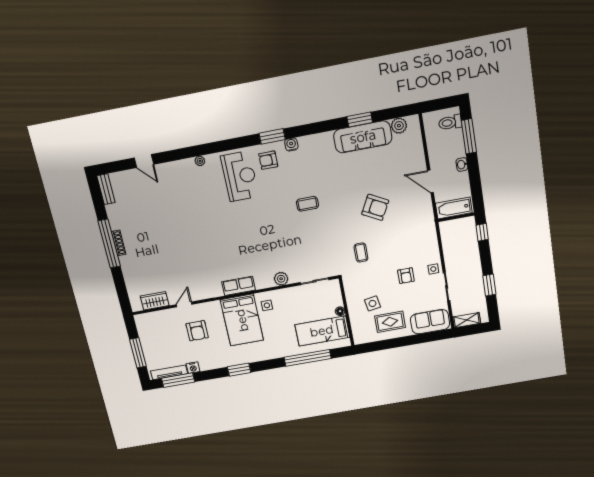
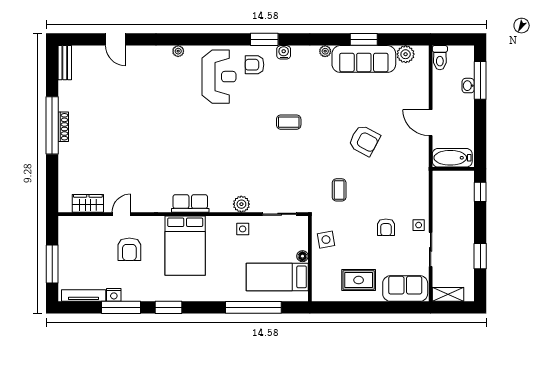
toilet: (450, 122) -> (440, 58), moved, turned -90
plant: (327, 137) -> (325, 51), added
washbasin: (462, 164) -> (468, 86), moved
side table: (372, 303) -> (326, 240), moved
side table: (267, 305) -> (243, 229), moved
window: (178, 380) -> (121, 307), moved

